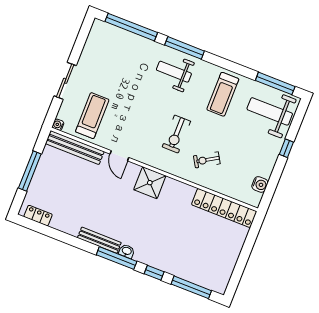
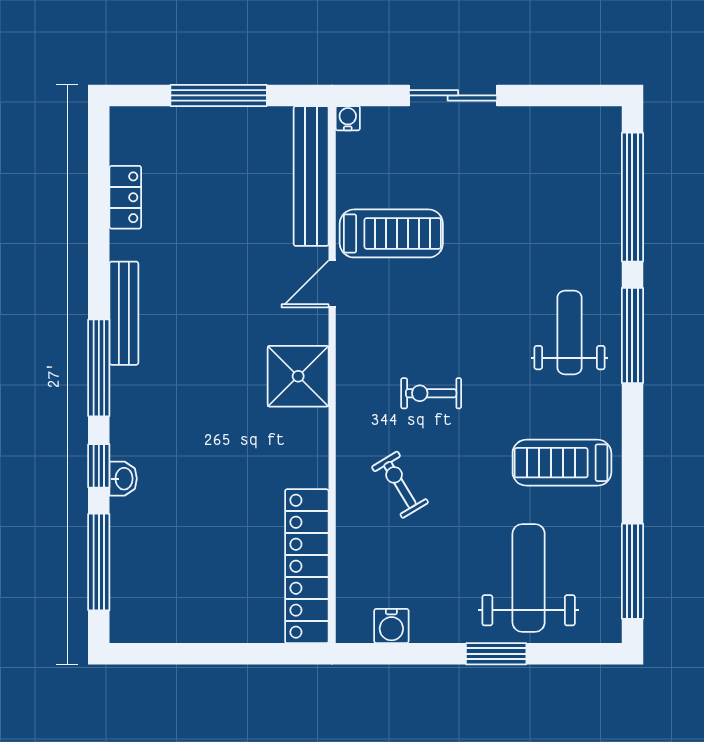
weight bench: (270, 111) -> (529, 578), moved
treadmill: (92, 116) -> (391, 233), moved
exercise bike: (176, 134) -> (431, 393), width x0.73, depth x0.72
window: (286, 148) -> (496, 654), width x1.50
locker: (38, 216) -> (125, 197), moved
washbasin: (127, 251) -> (123, 479), moved

